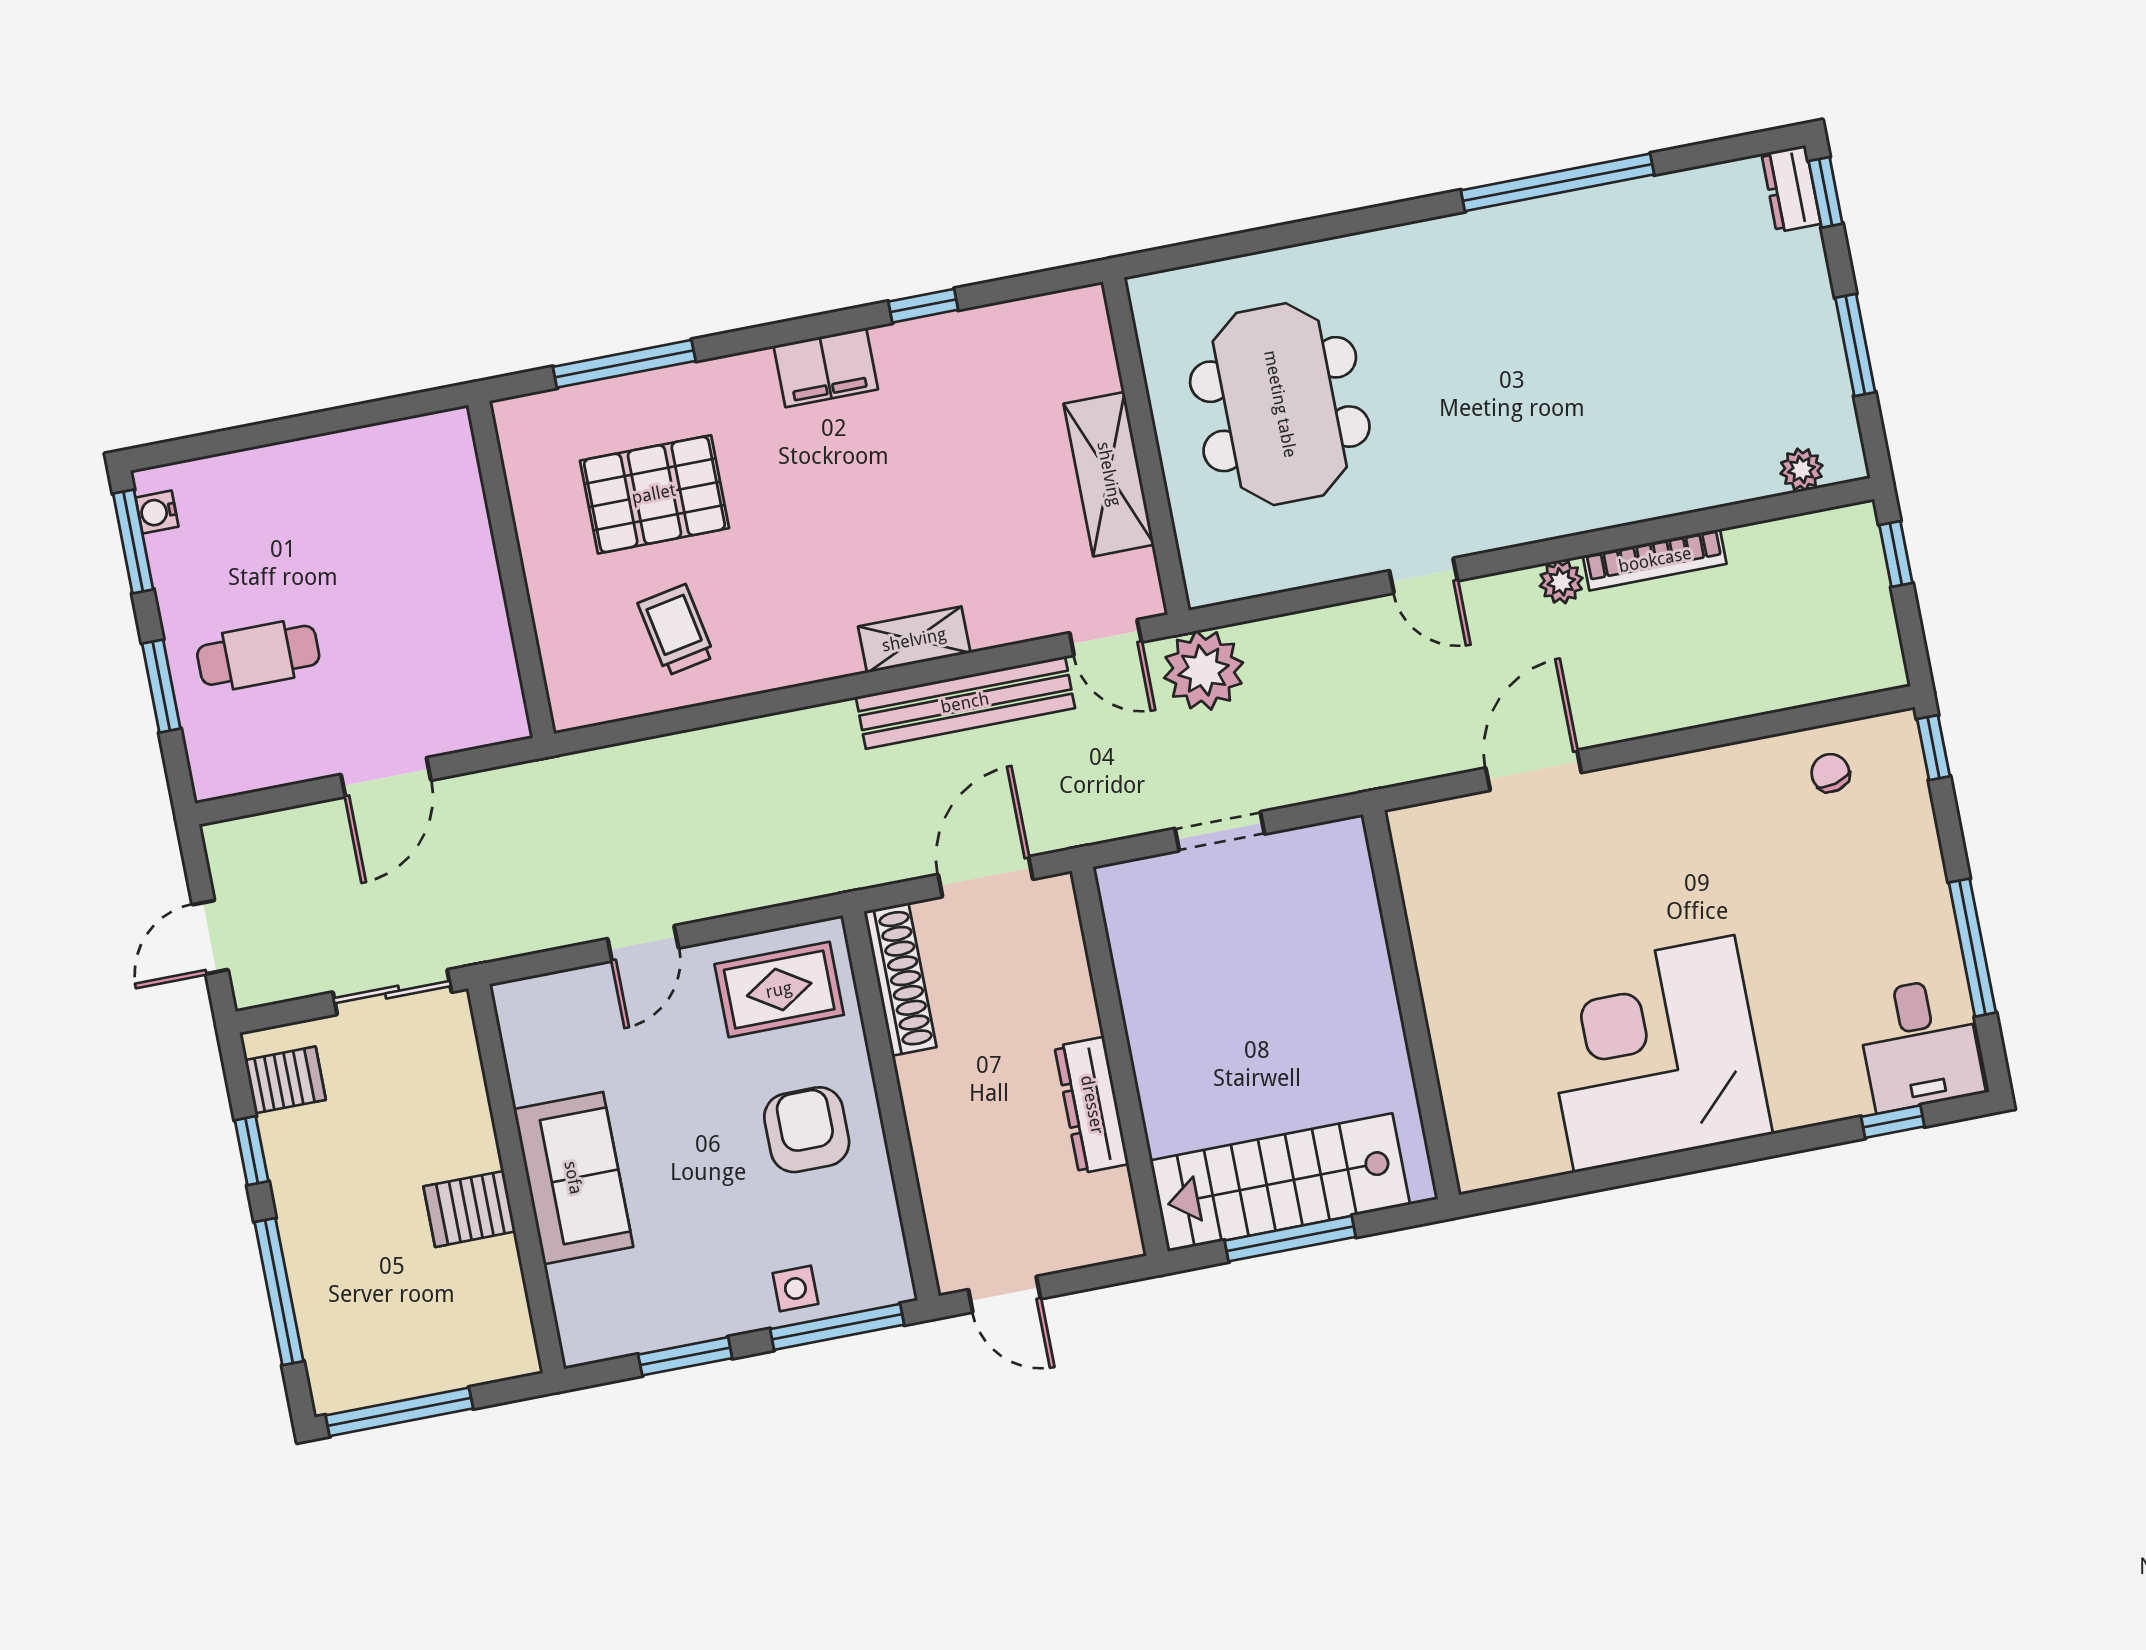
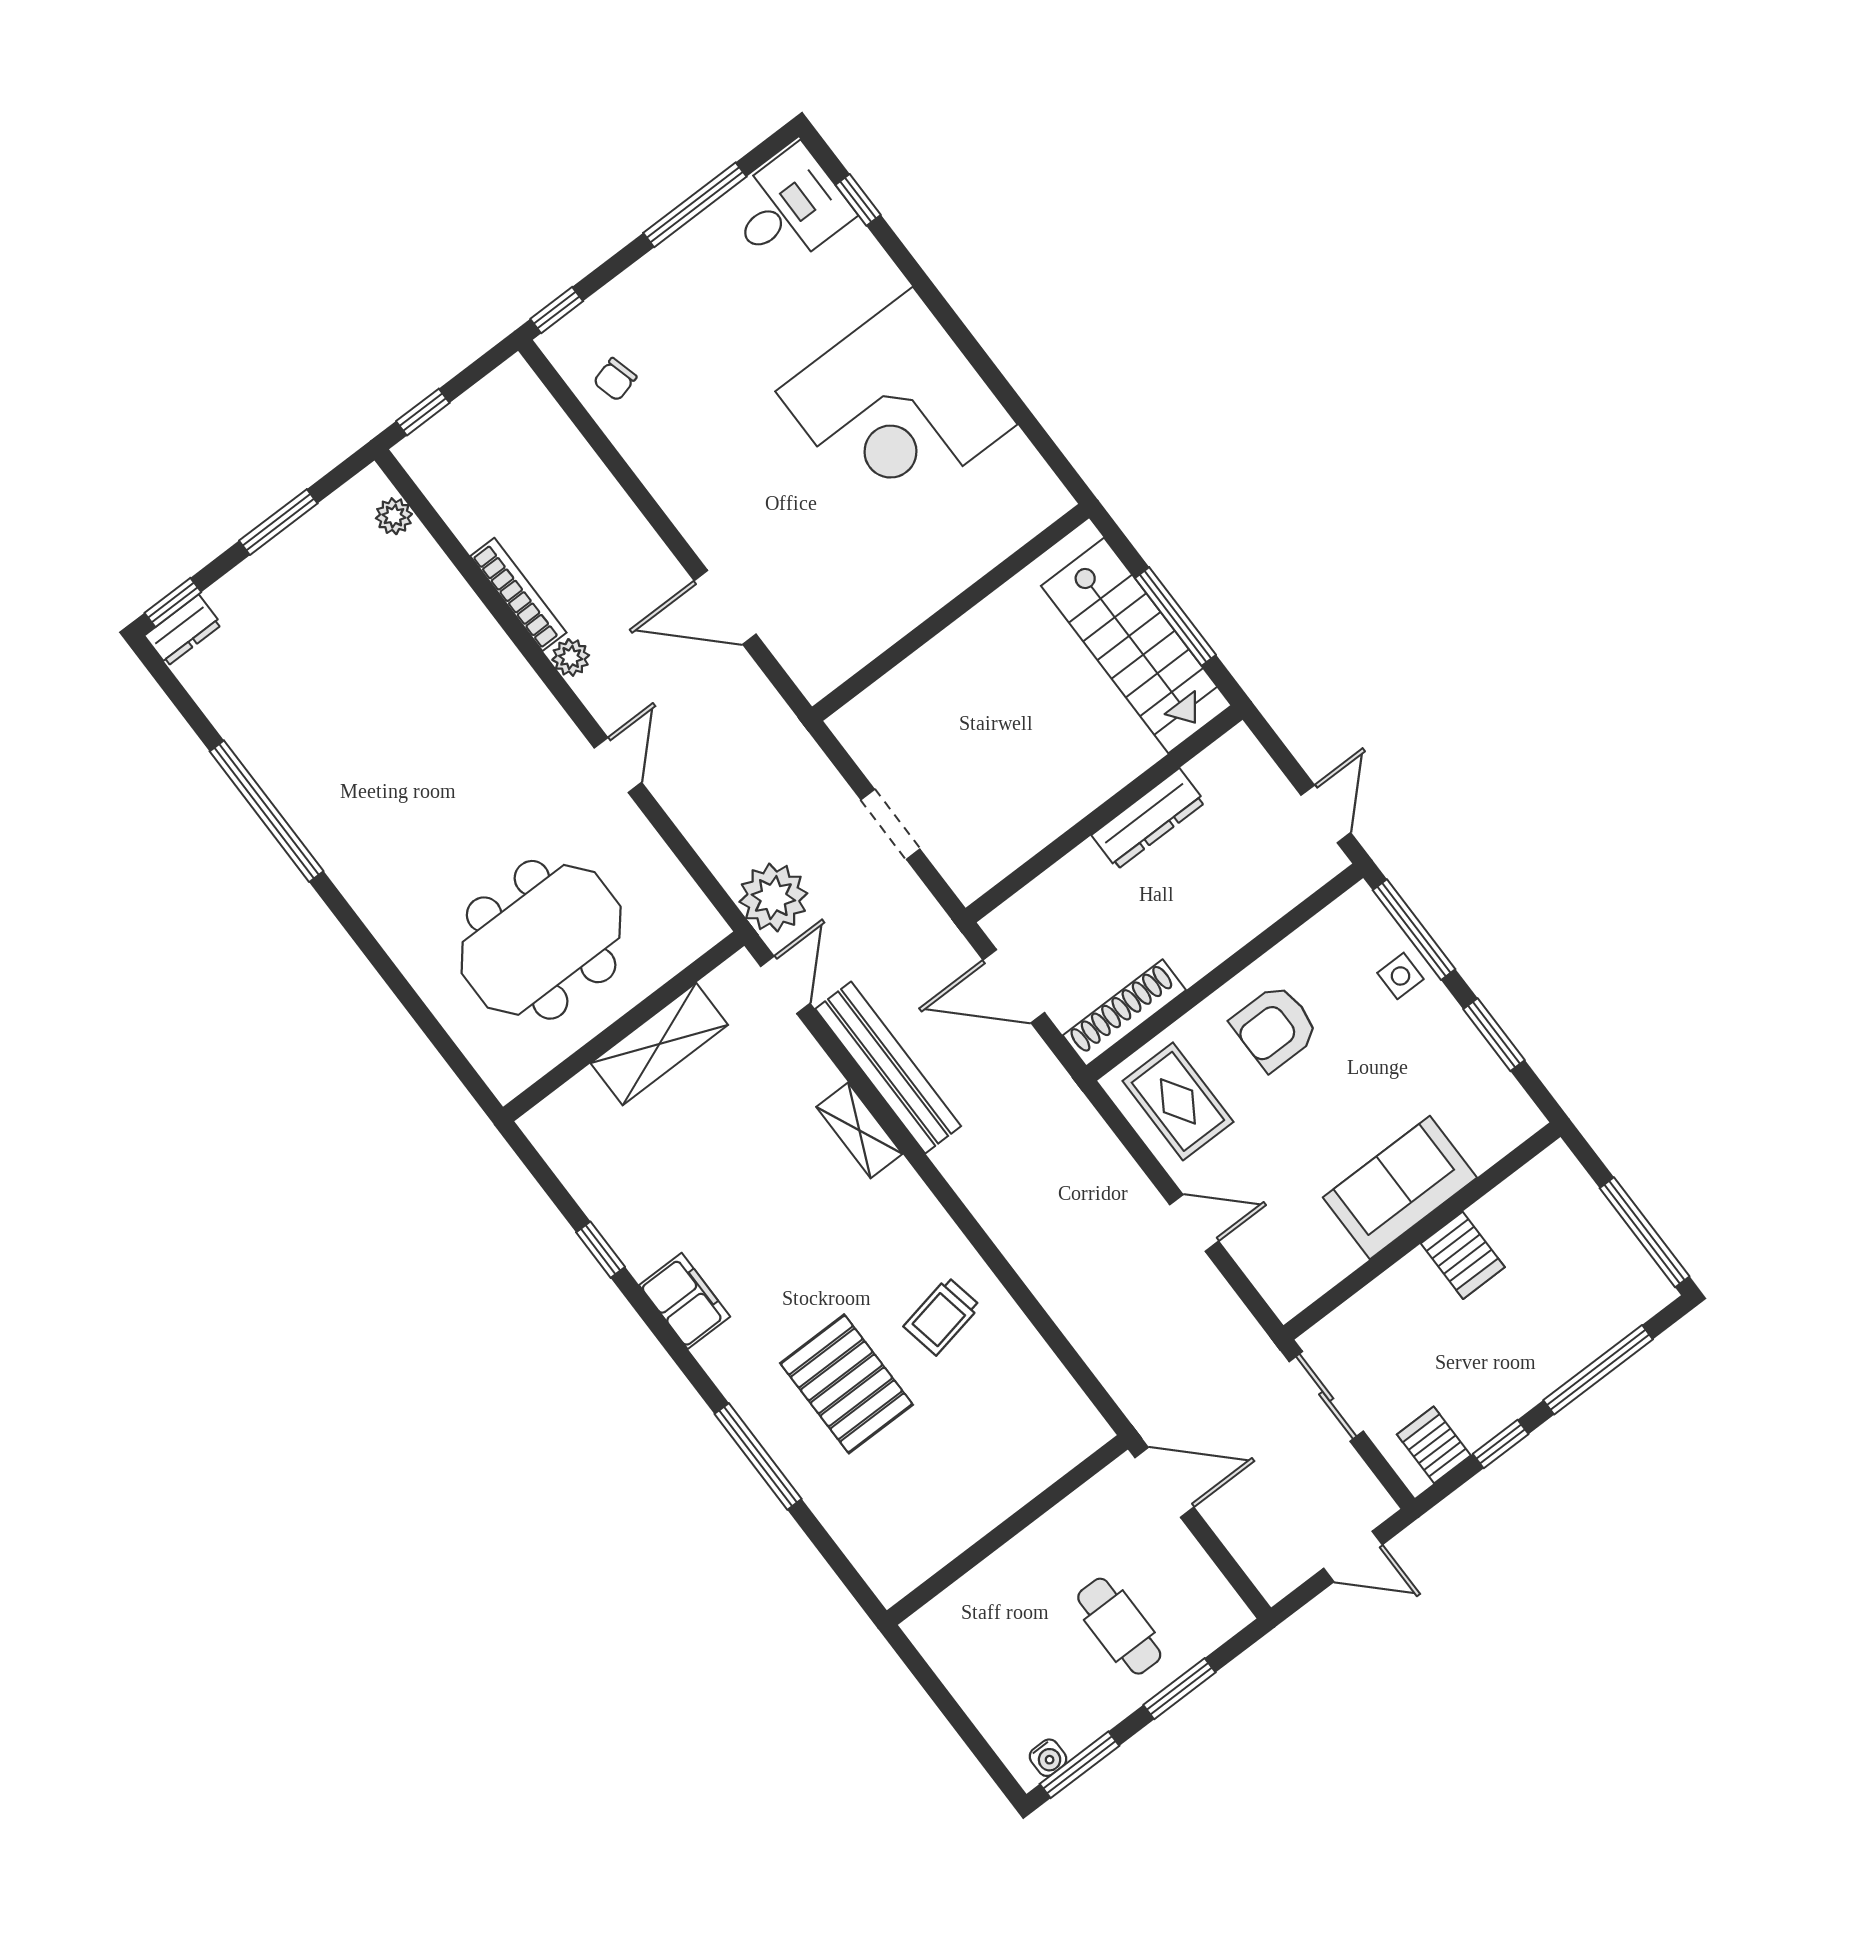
wall: (511, 569) -> (1007, 1530), moved

